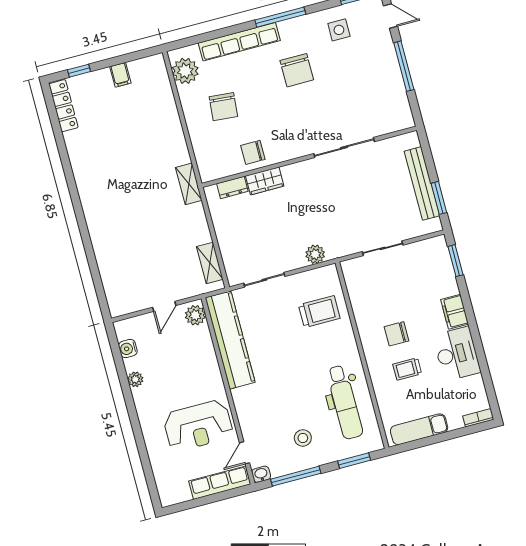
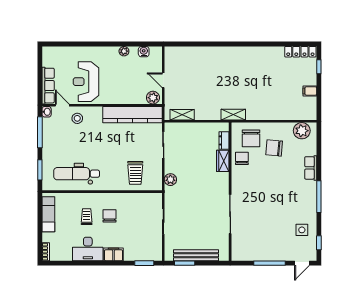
row of seats: (239, 42) -> (311, 168), width x0.50
chair: (297, 70) -> (251, 138), moved, turned -90
stool: (303, 438) -> (77, 118), moved

